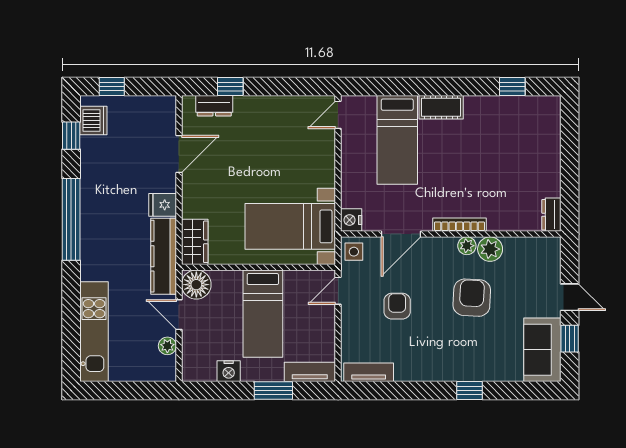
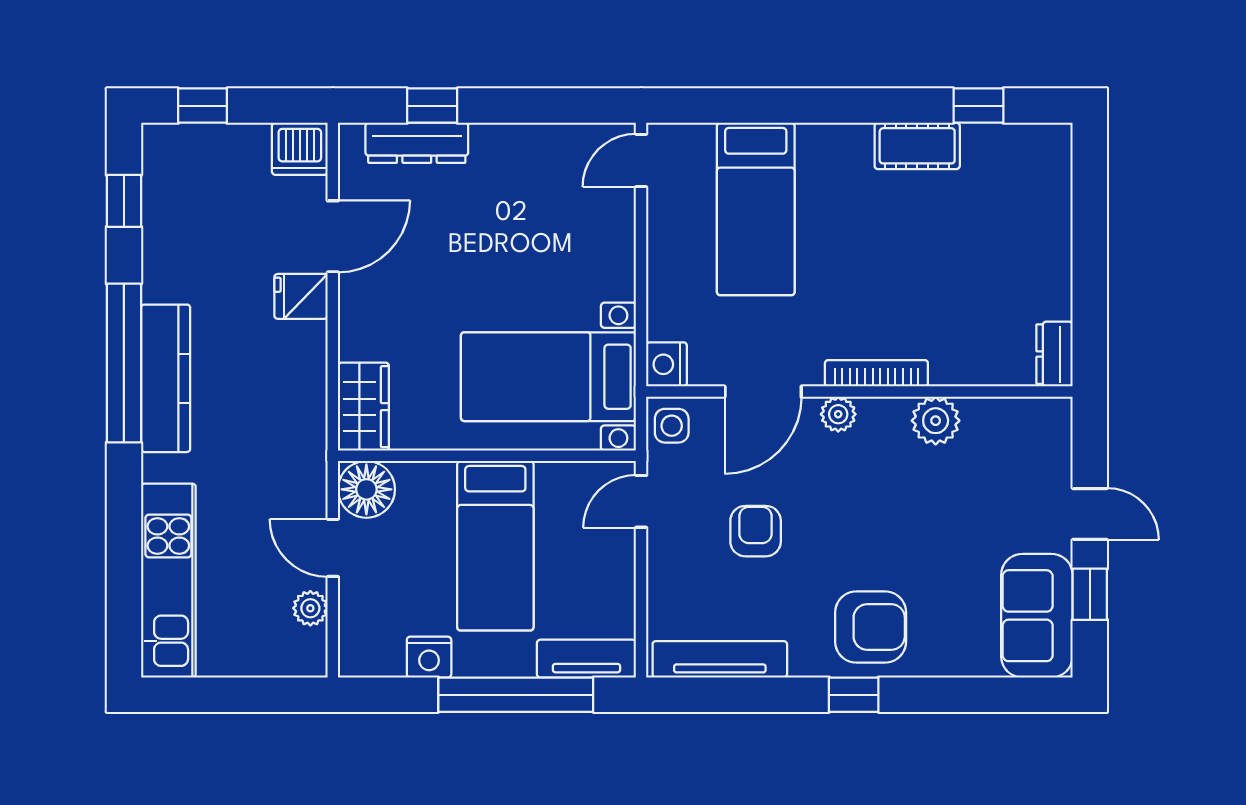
dresser: (214, 106) -> (417, 143), width x1.44
cot: (441, 107) -> (917, 146), moved
dishwasher: (93, 121) -> (300, 149), moved, turned 90
fridge: (163, 205) -> (301, 296), moved
plant: (467, 246) -> (838, 414), moved
kitchen counter: (164, 256) -> (166, 378), moved, turned 180
armchair: (472, 298) -> (871, 627), moved, turned 87
tv unit: (369, 372) -> (720, 659), width x1.41
window: (273, 391) -> (516, 695), width x2.11
window: (470, 391) -> (854, 695), moved

